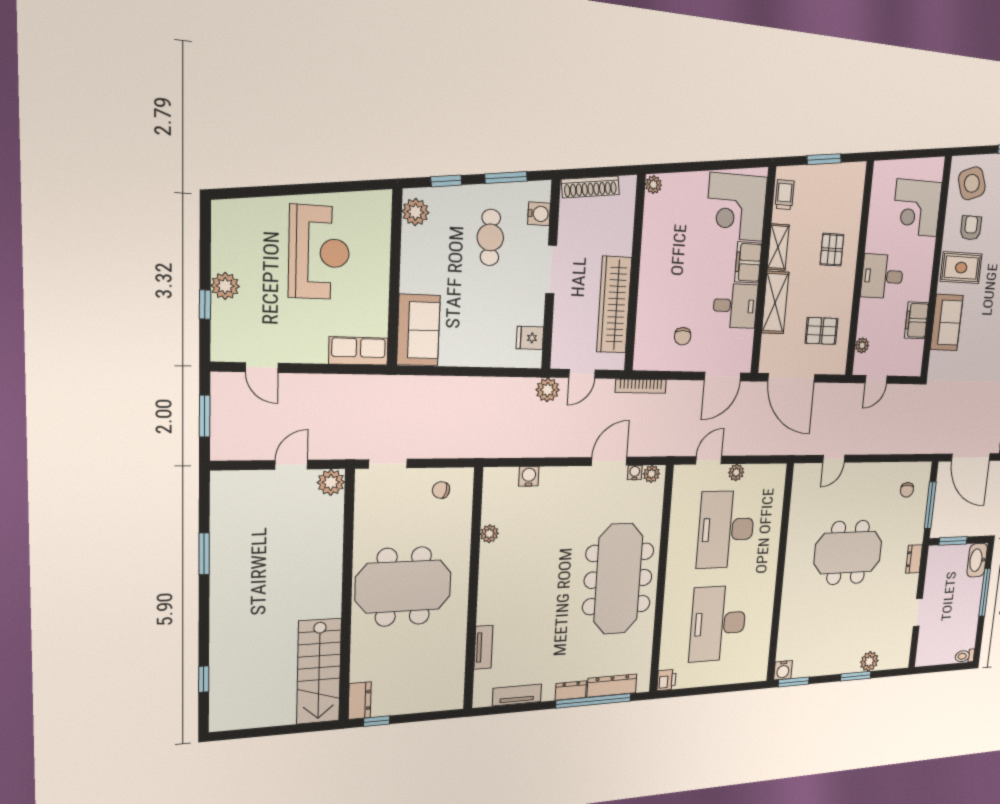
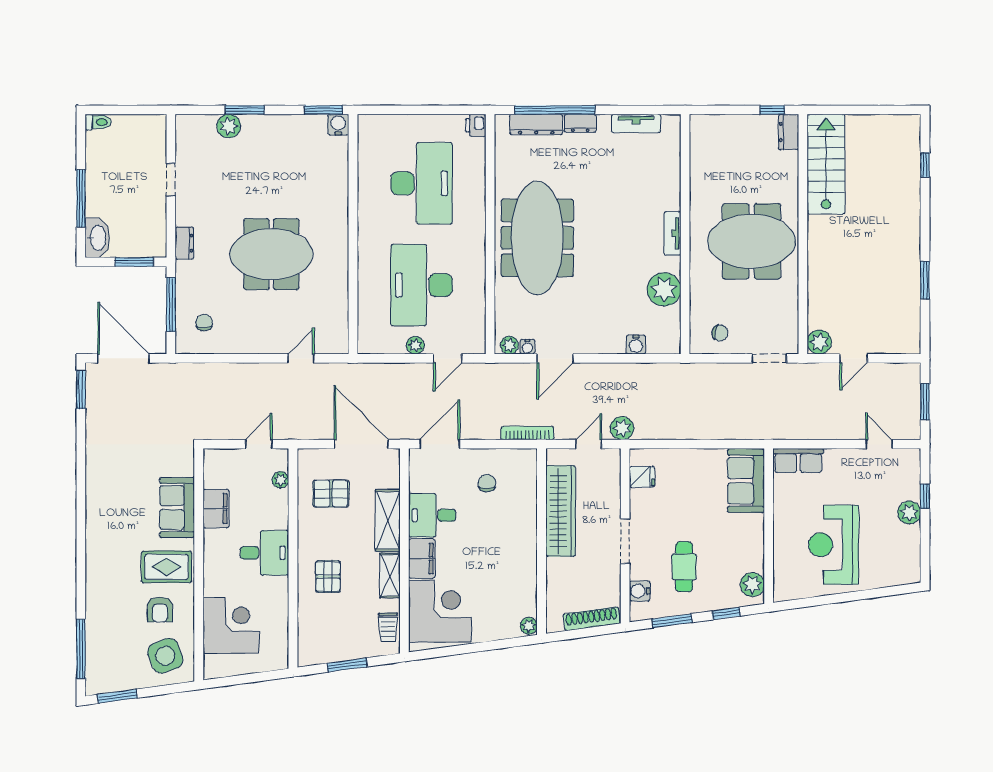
desk: (726, 529) -> (422, 285), turned 180
plant: (489, 534) -> (664, 289), width x1.88, depth x1.88
tv unit: (483, 647) -> (672, 233), moved

